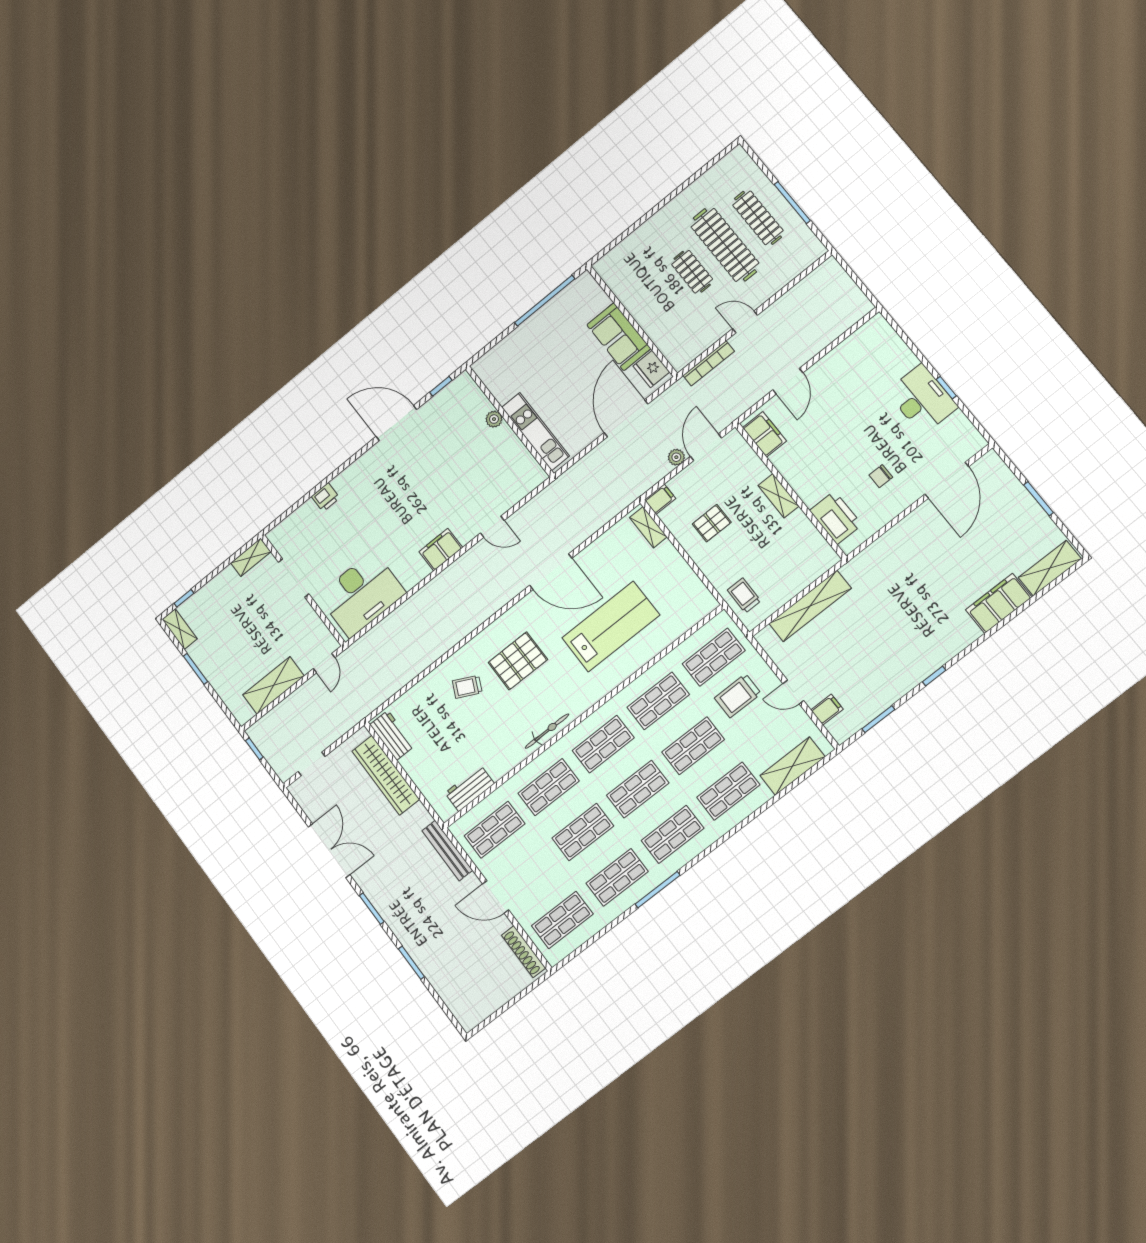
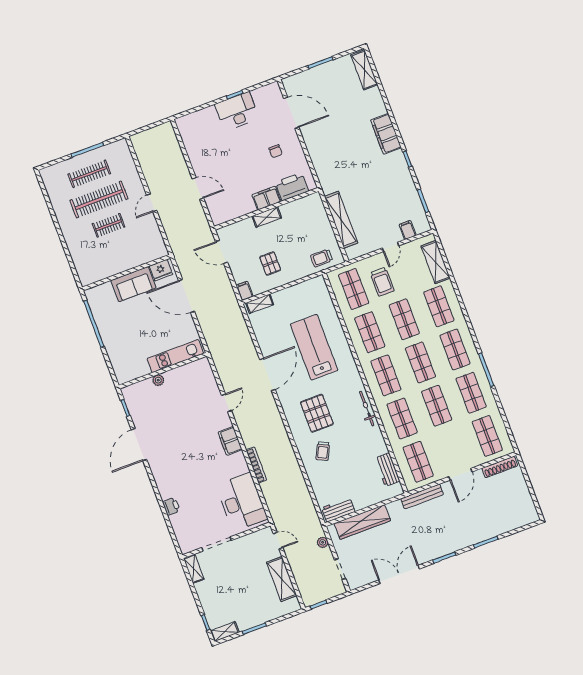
bookcase: (709, 363) -> (256, 465), moved
filing cabinet: (764, 434) -> (266, 198), moved
plant: (676, 457) -> (323, 542), moved
filing cabinet: (999, 603) -> (386, 134), moved

